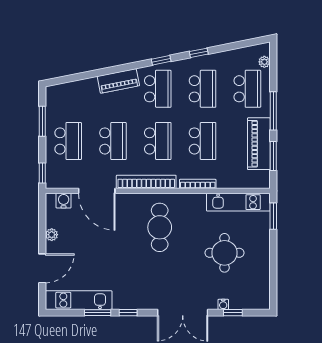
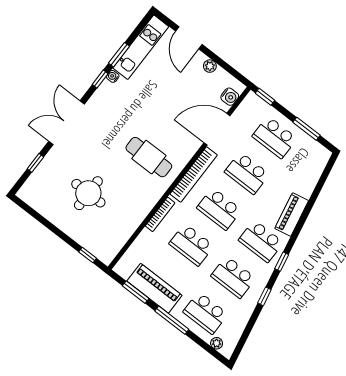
kitchen unit: (238, 202) -> (120, 236), removed
window: (273, 216) -> (88, 255), width x0.67
water cooler: (223, 304) -> (113, 76), moved

